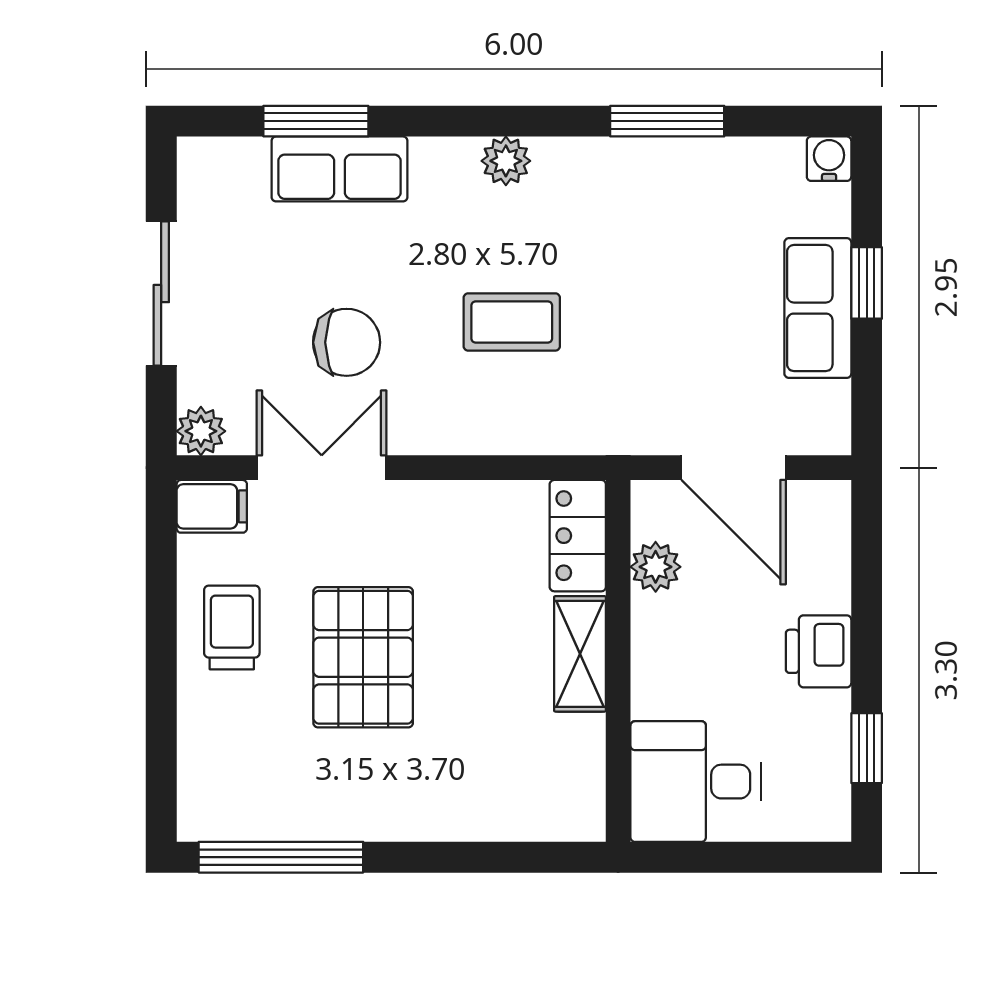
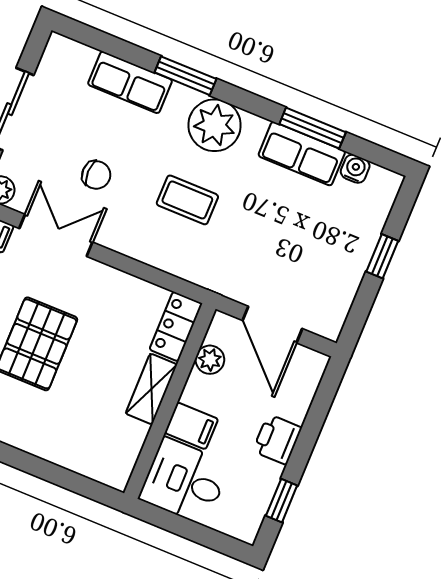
window: (316, 121) -> (185, 76), moved
water cooler: (829, 159) -> (355, 169), moved
plant: (506, 161) -> (215, 125), width x1.87, depth x1.87
row of seats: (818, 308) -> (302, 154), moved, turned -90
chair: (347, 342) -> (96, 175), width x0.73, depth x0.73
filing cabinet: (670, 687) -> (191, 426), added

